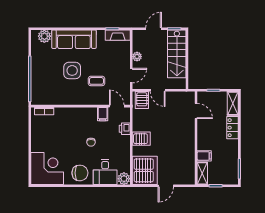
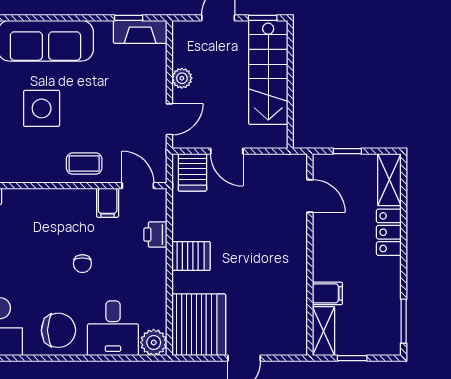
coffee table: (96, 81) -> (84, 164), moved

